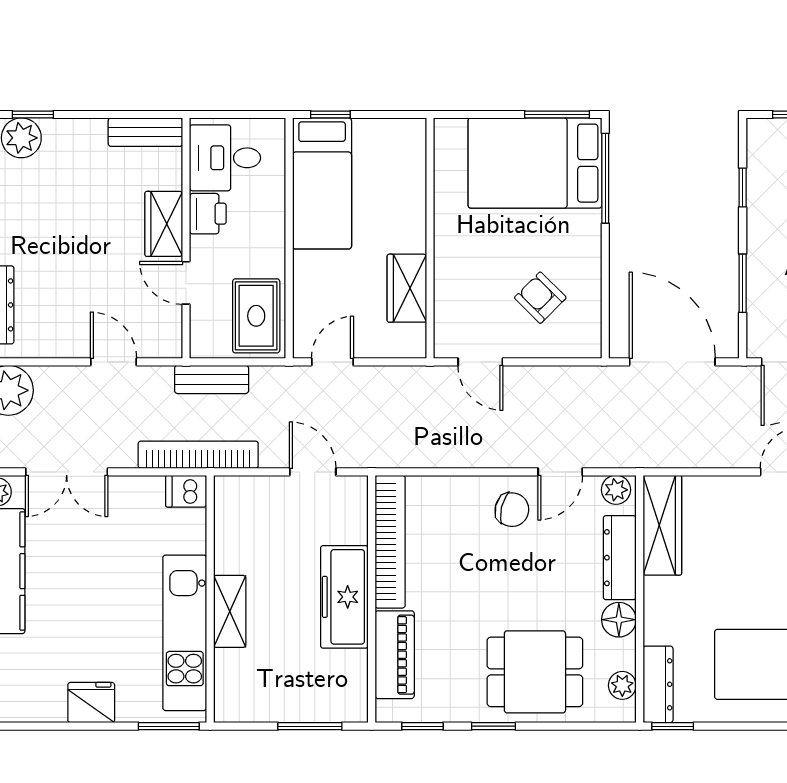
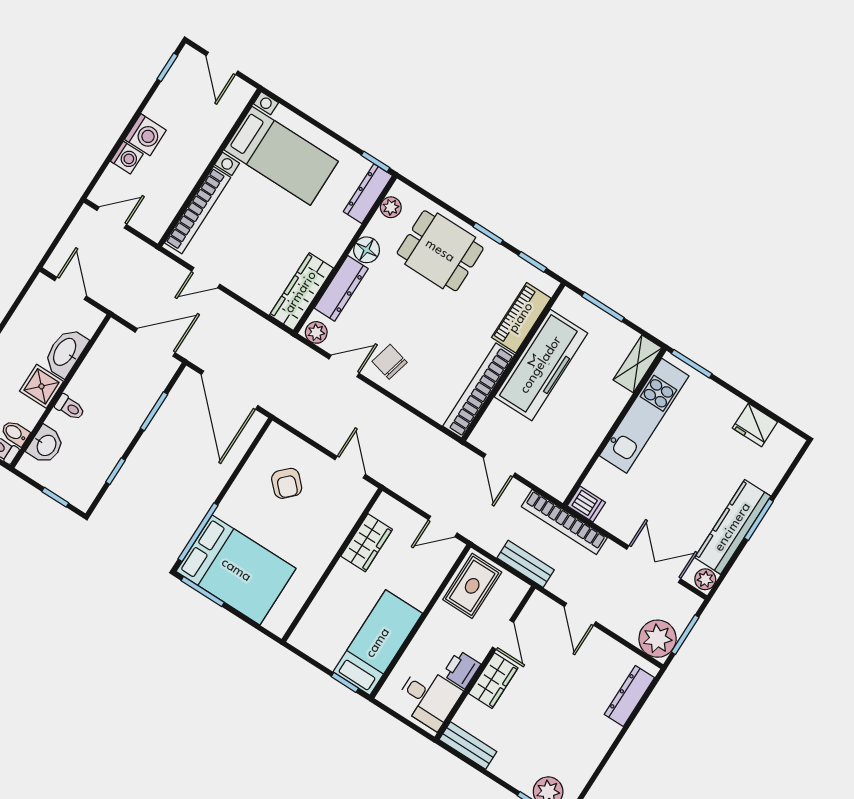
freezer: (344, 597) -> (541, 365), width x1.36, depth x1.26
shelving: (230, 611) -> (638, 364), moved
fridge: (91, 703) -> (755, 425), moved

